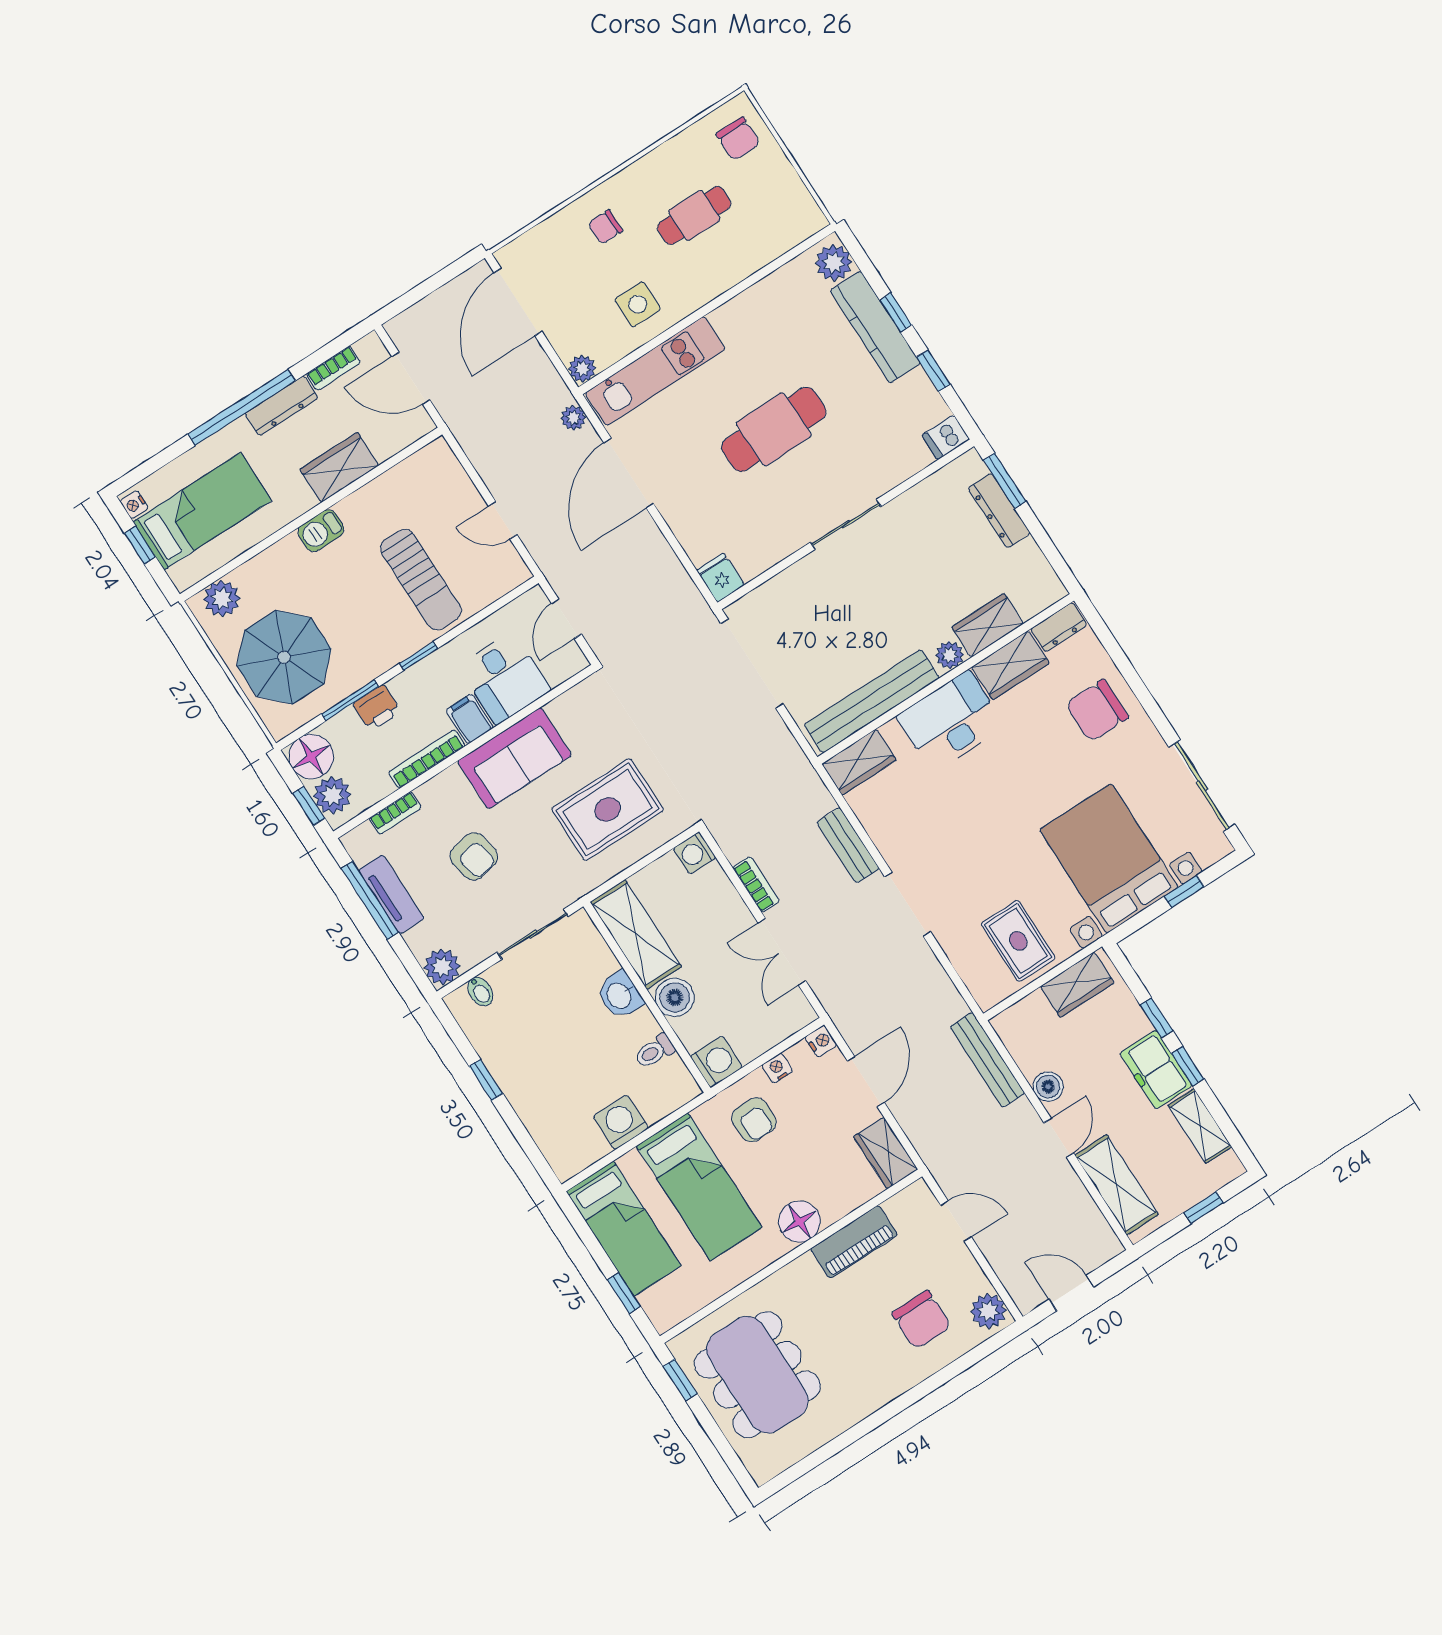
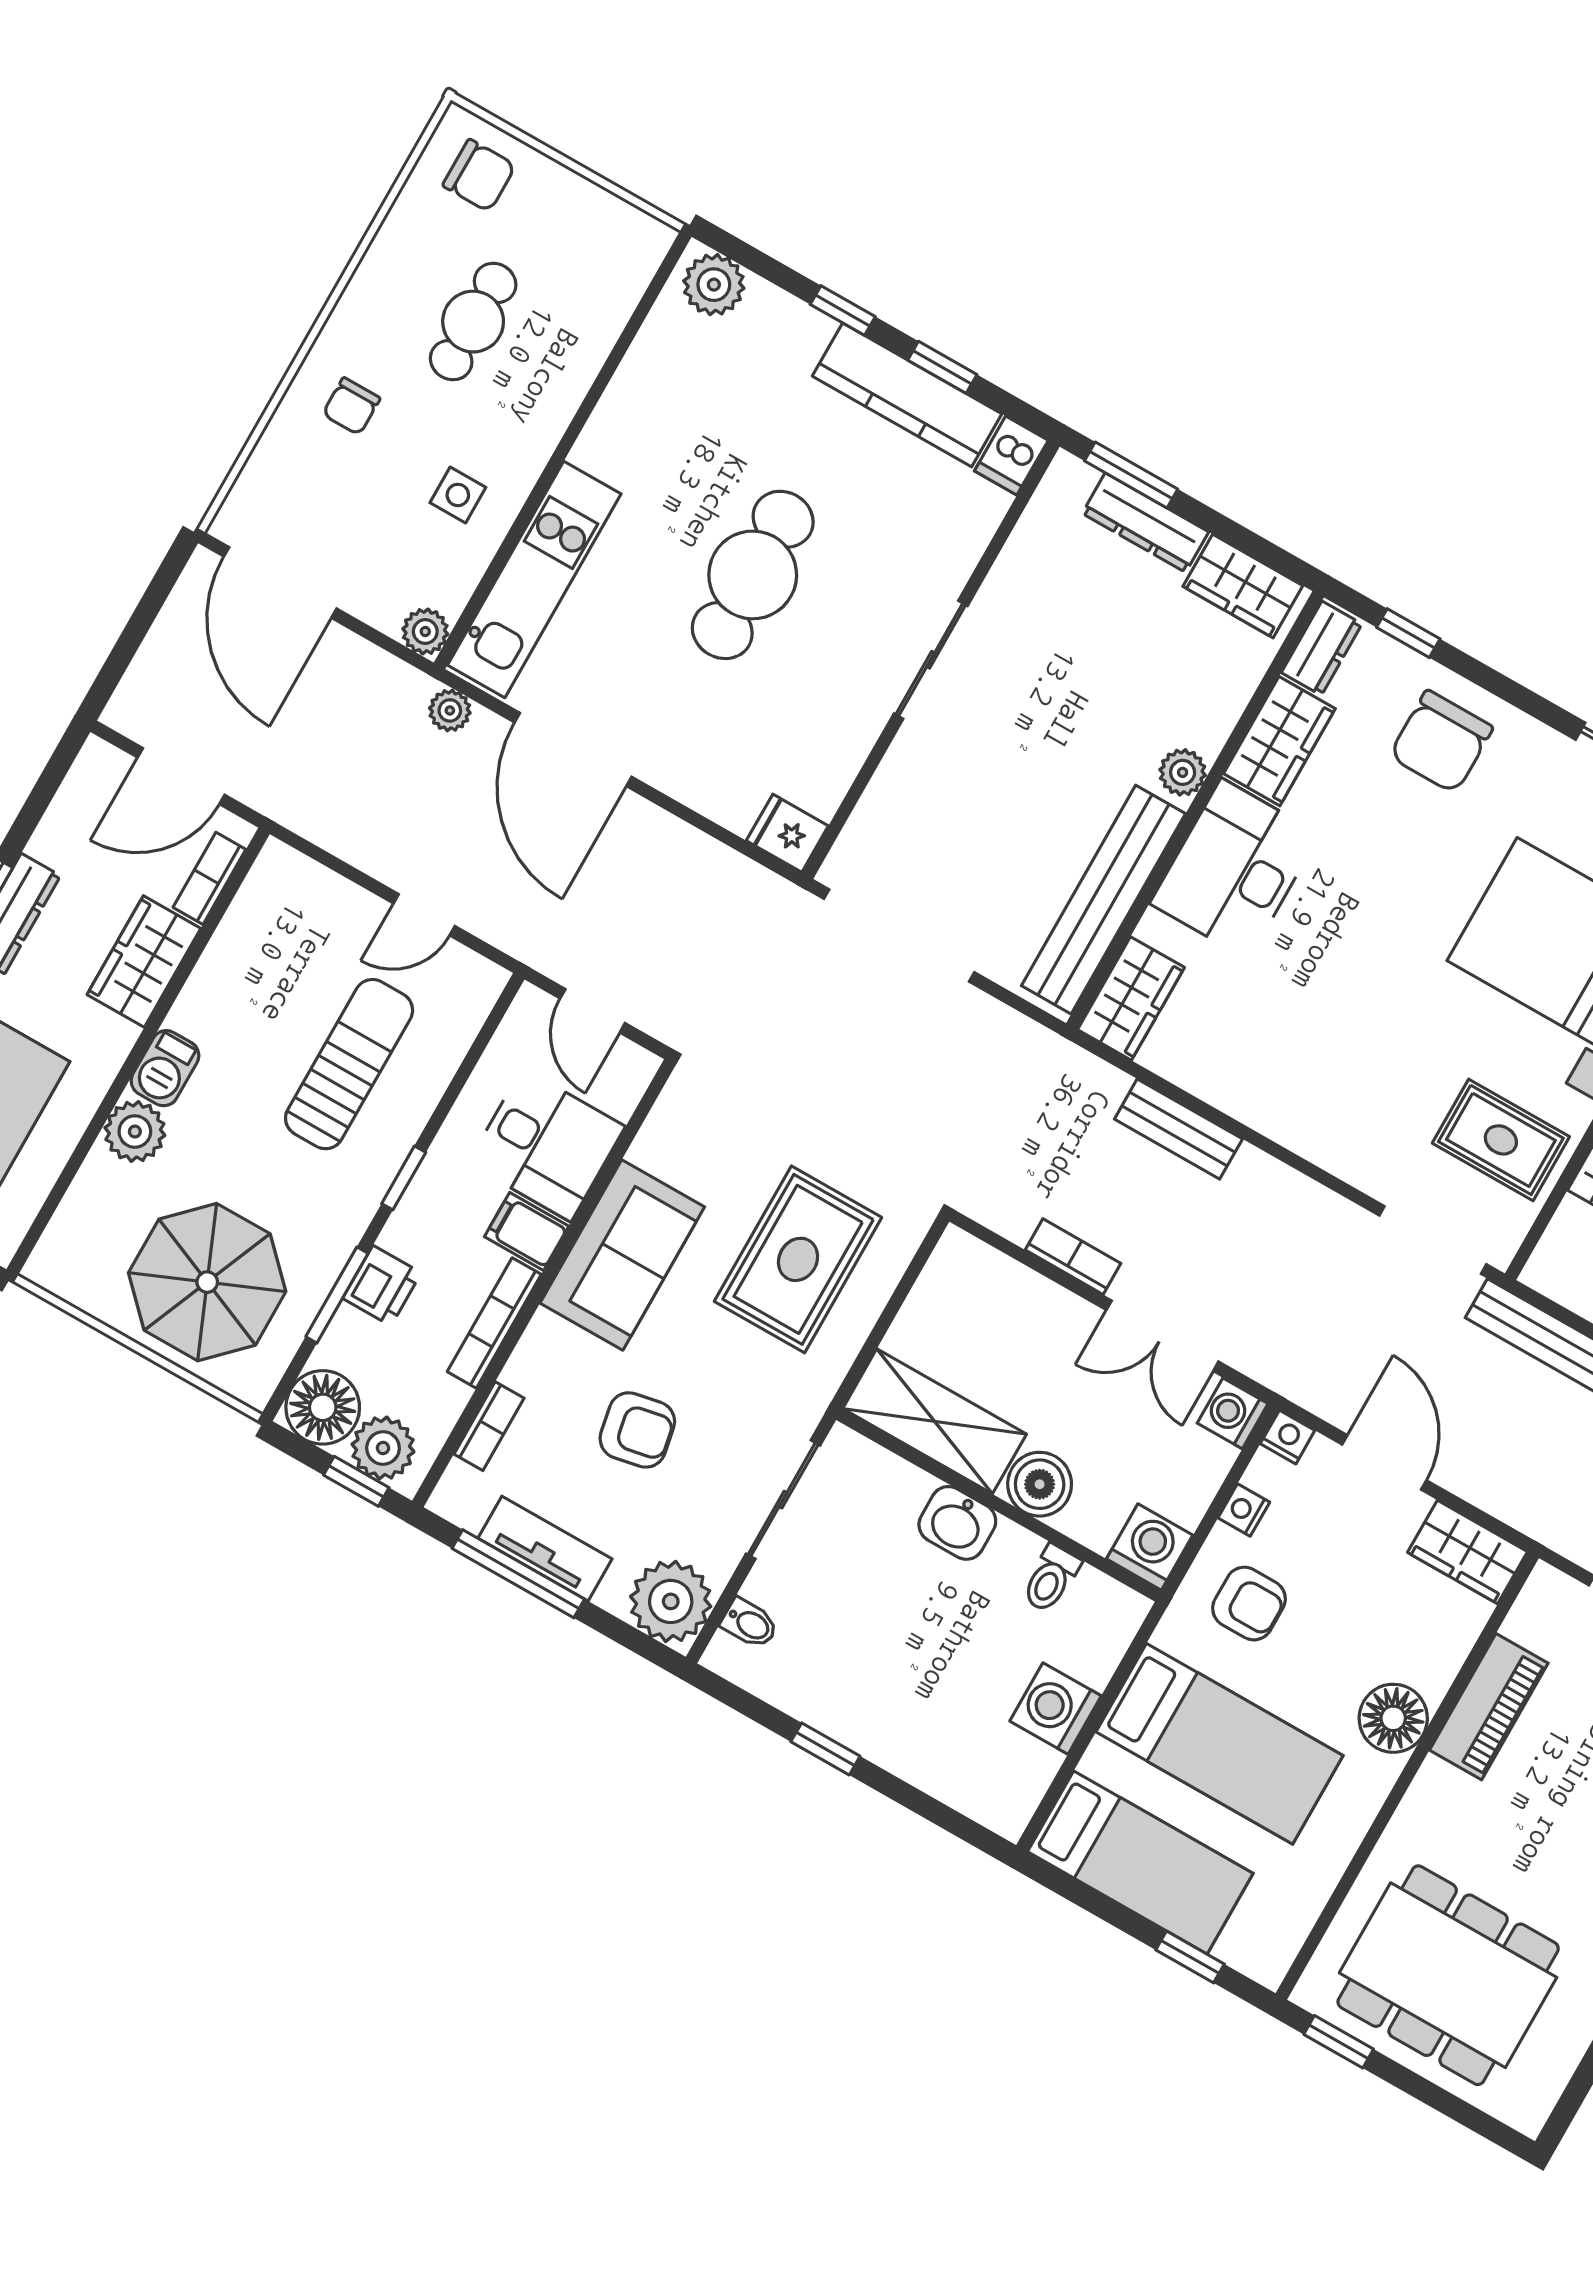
side table: (638, 304) -> (458, 495), width x0.73, depth x0.73
kitchen counter: (875, 327) -> (907, 395), moved
bookcase: (333, 368) -> (209, 878), moved, turned 180
sun lounger: (421, 580) -> (349, 1064), turned -90
plant: (222, 599) -> (135, 1132), moved
wardrobe: (988, 625) -> (1243, 586), moved, turned -90
window: (1110, 643) -> (1408, 633), added
washing machine: (695, 853) -> (1233, 1413), moved, turned 90
doorway: (908, 904) -> (1433, 1240), moved
plant: (442, 967) -> (671, 1601), width x1.36, depth x1.36

